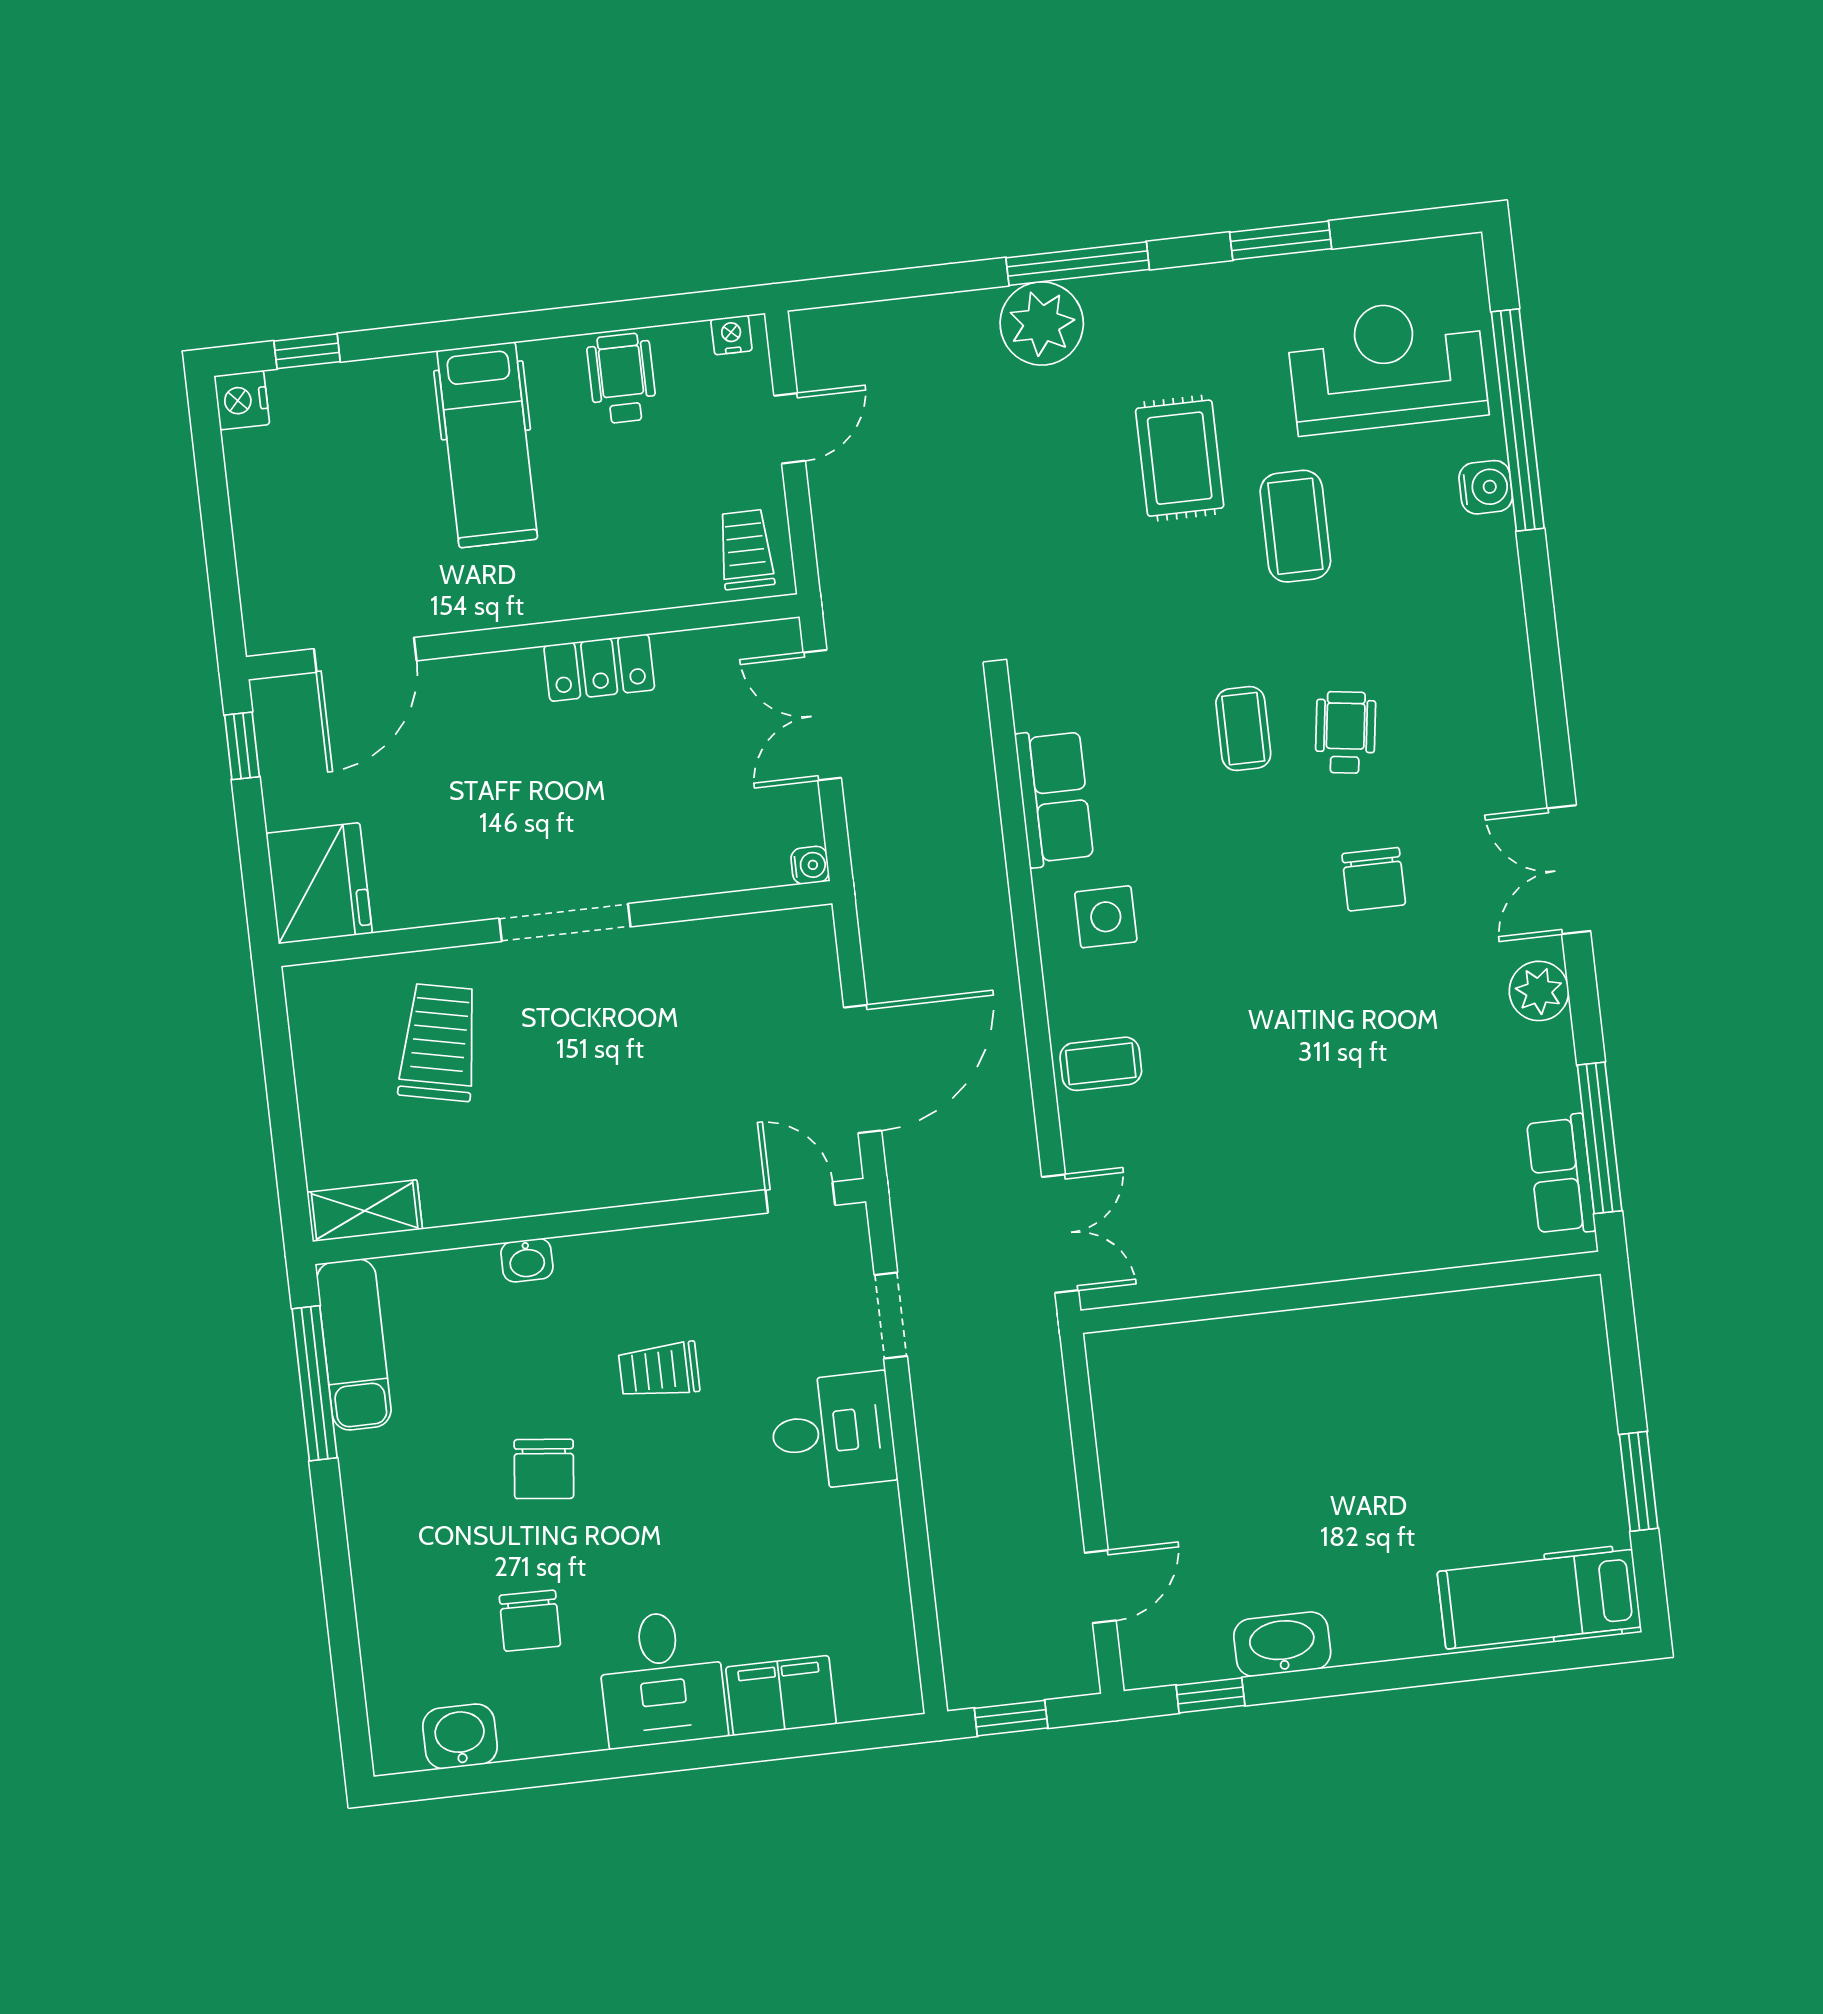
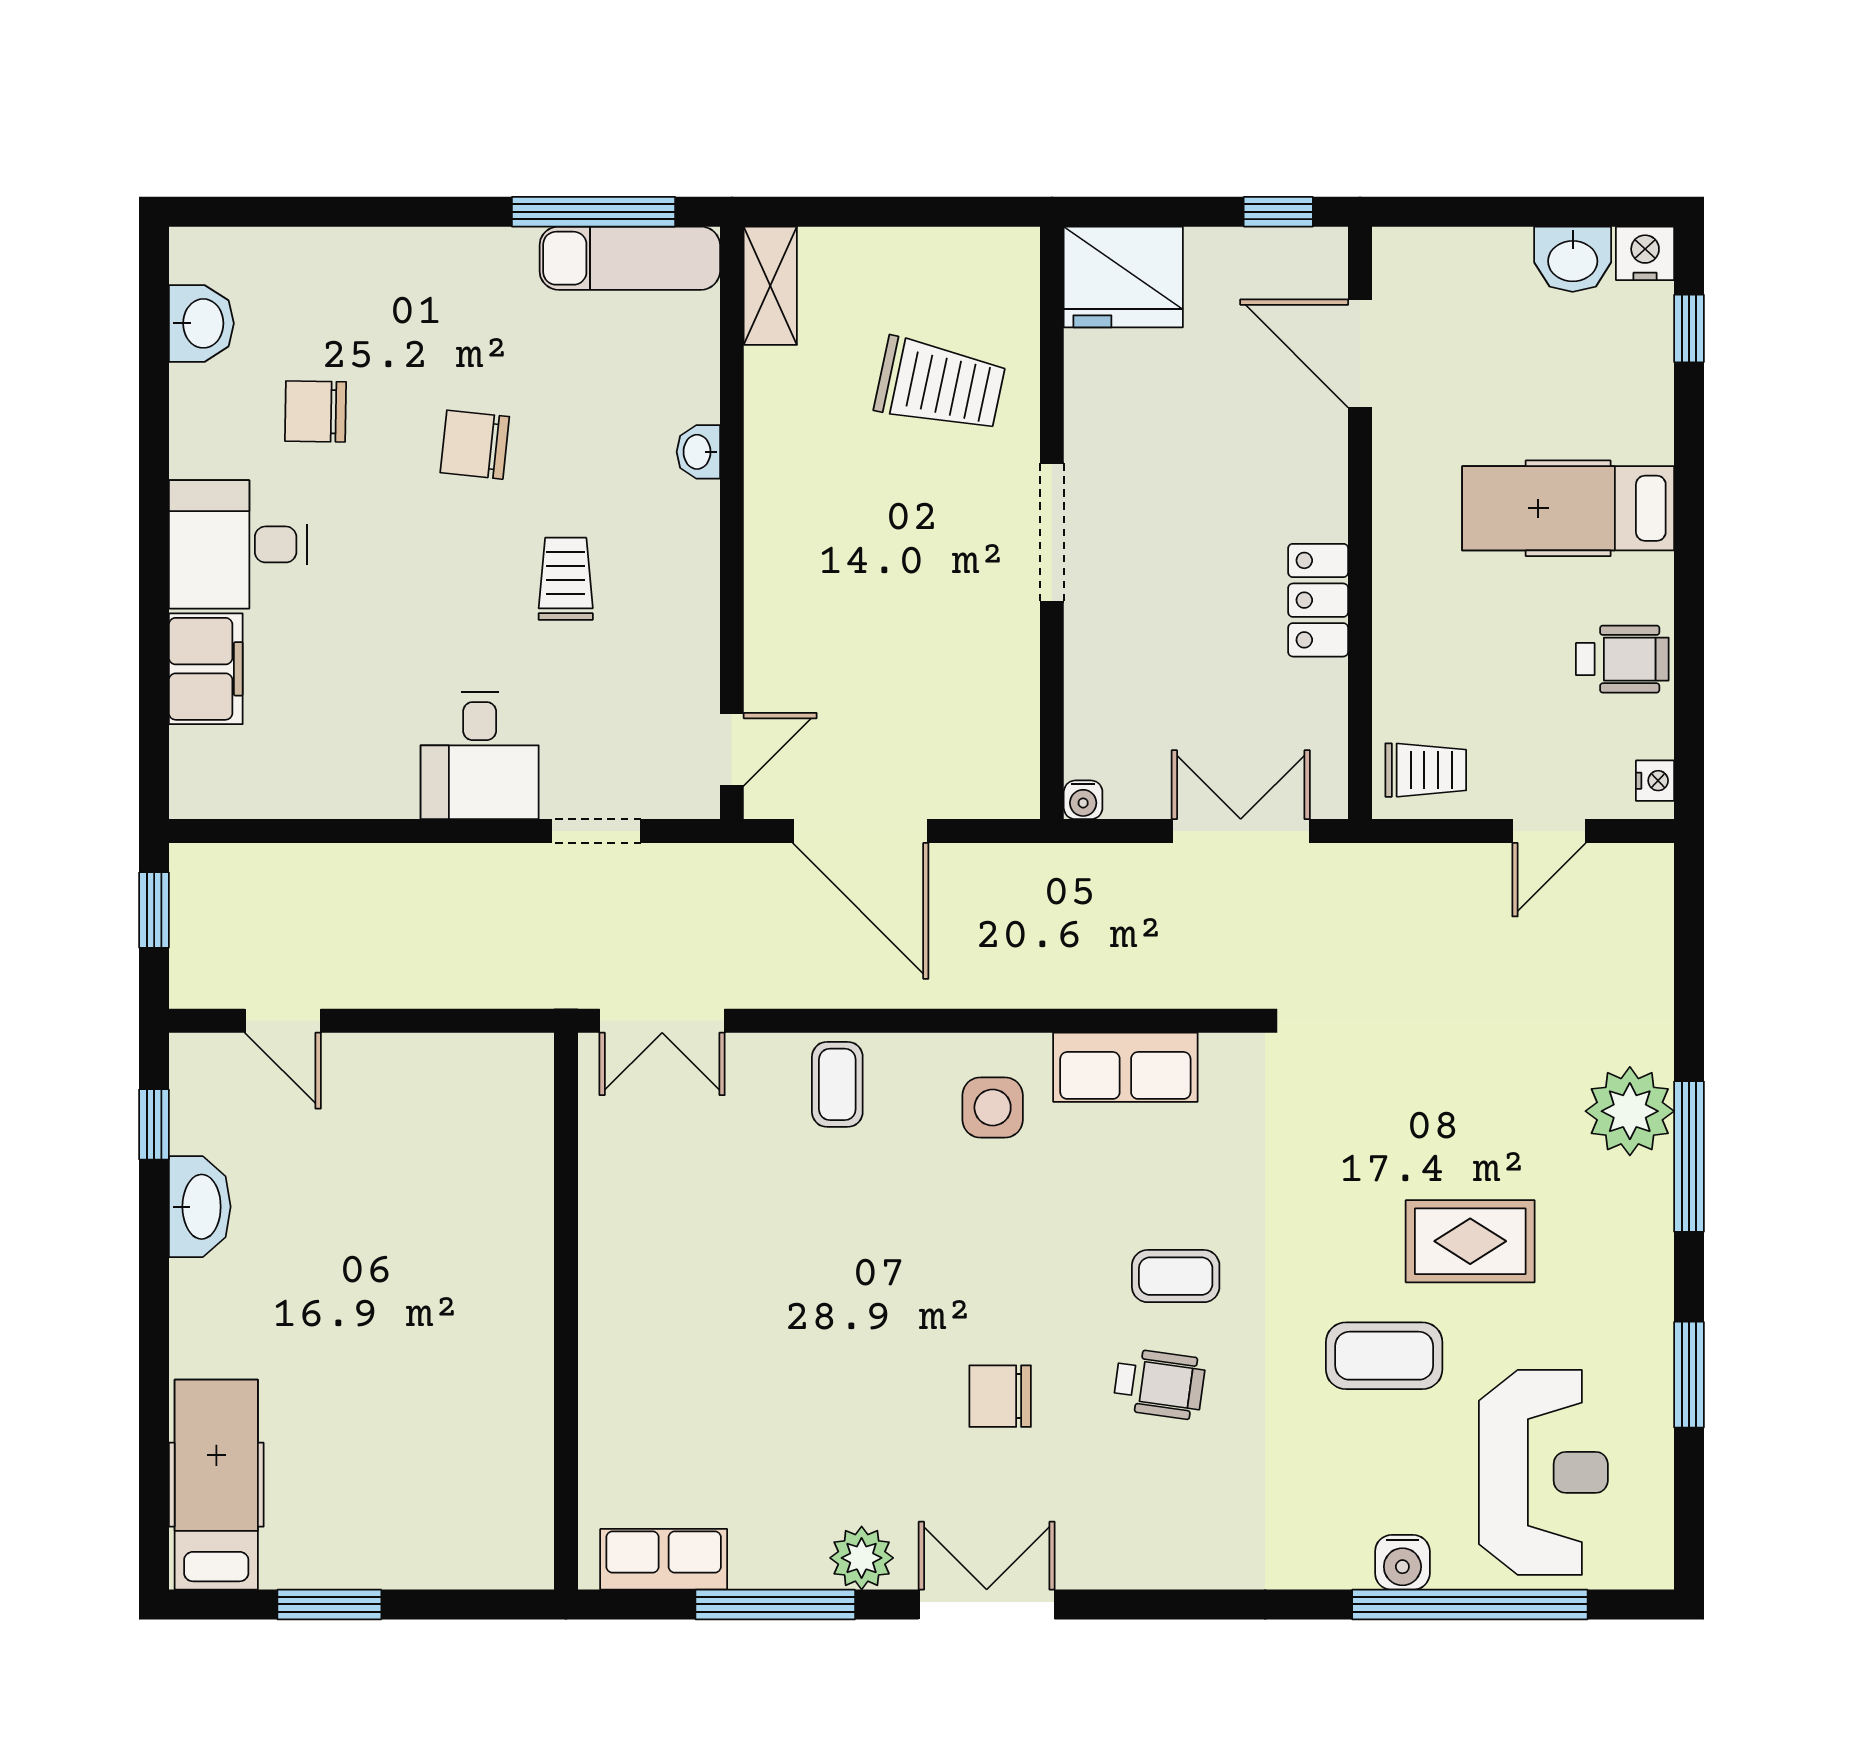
door: (790, 428) -> (1549, 831), hinge flipped
washbasin: (255, 467) -> (1573, 259), added
window: (1600, 1138) -> (775, 1604), moved

